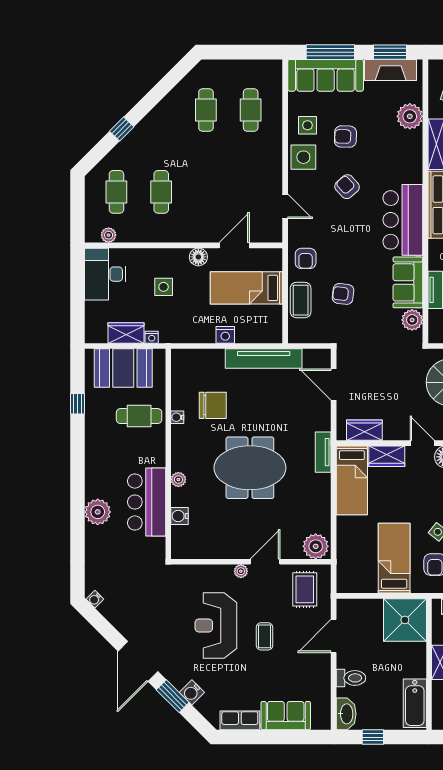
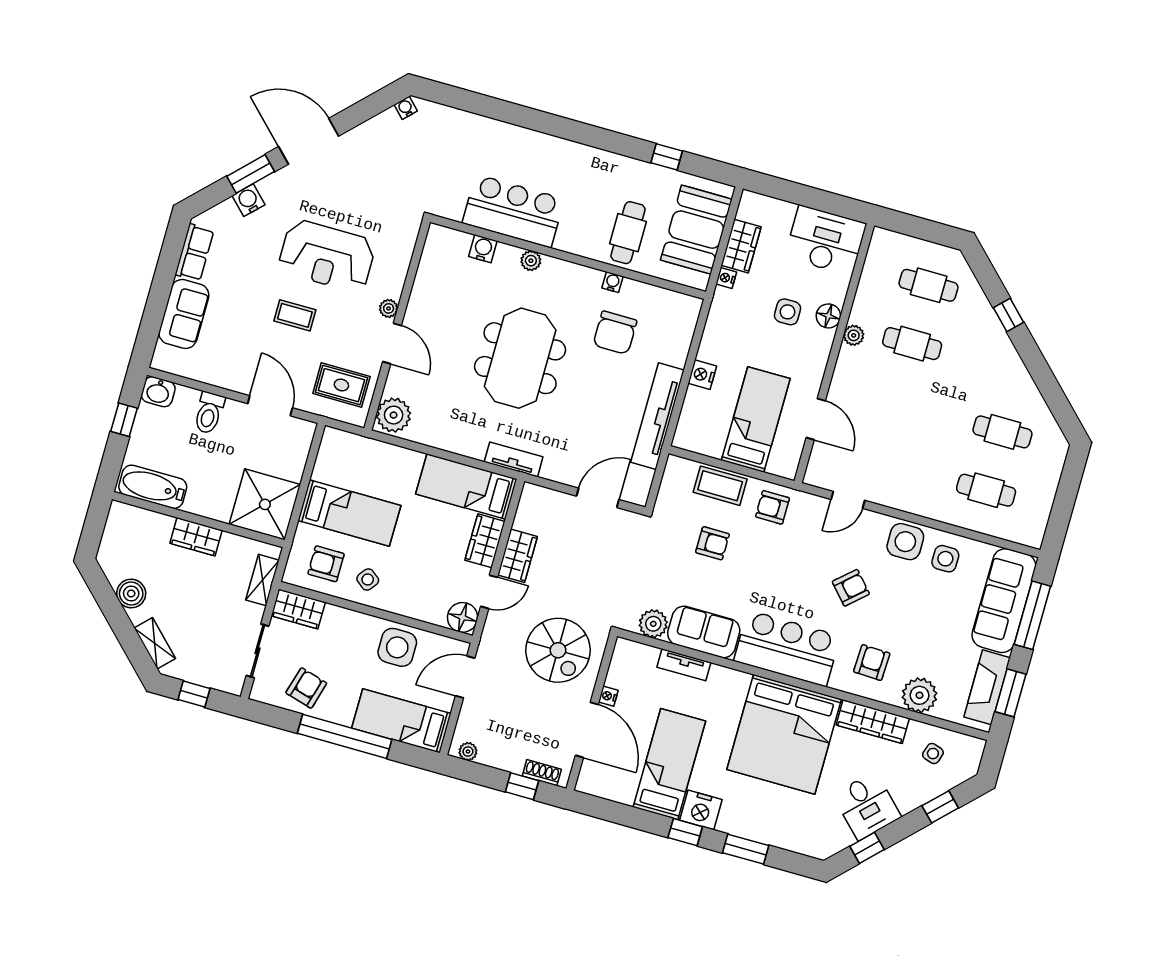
armchair: (345, 137) -> (872, 663), moved
plant: (109, 235) -> (854, 335), moved
floor lamp: (198, 257) -> (828, 316), moved
armchair: (343, 294) -> (713, 543), turned 83
wardrobe: (364, 430) -> (517, 556), moved
plant: (98, 512) -> (518, 144), removed
reception desk: (216, 625) -> (327, 256), turned 180
washbasin: (346, 714) -> (158, 392), width x0.72

